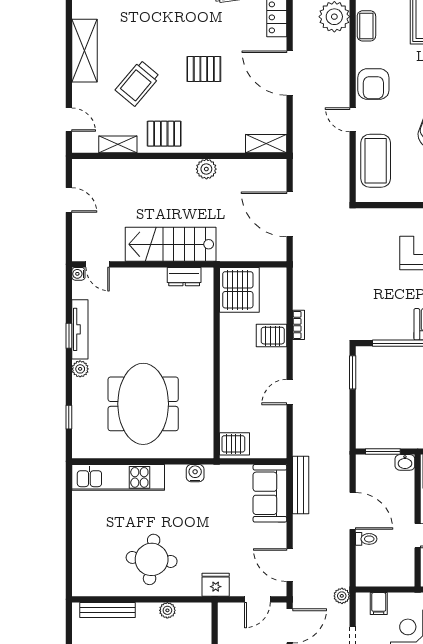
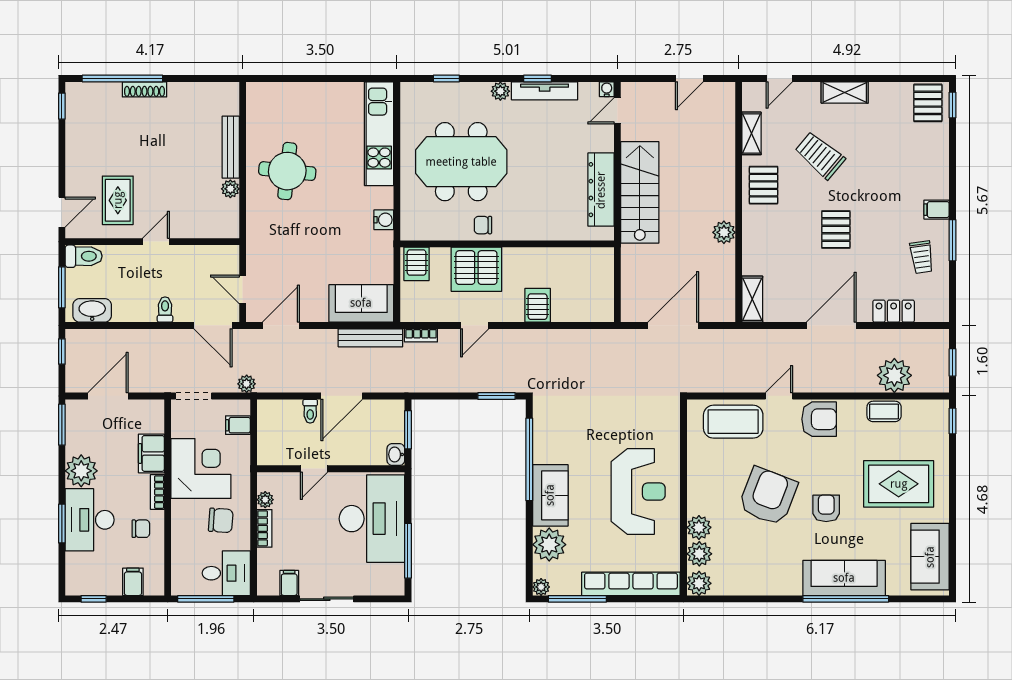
shelving: (84, 51) -> (845, 92), width x0.67, depth x0.75
armchair: (373, 84) -> (819, 419), turned 180
dresser: (184, 277) -> (601, 190), width x1.96, depth x1.24
server rack: (239, 290) -> (476, 269), moved
bookcase: (298, 325) -> (421, 335), moved
chair: (200, 384) -> (483, 225), added
door: (290, 392) -> (475, 325), swing flipped
fridge: (216, 585) -> (259, 243), removed
bench: (108, 610) -> (231, 147), moved

